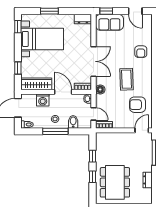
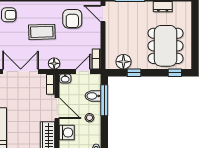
door: (63, 92) -> (57, 108), swing flipped
window: (55, 131) -> (104, 100), moved
floor lamp: (102, 147) -> (123, 62), added
window: (93, 177) -> (175, 73), moved
dining table: (115, 182) -> (166, 46), turned 90

